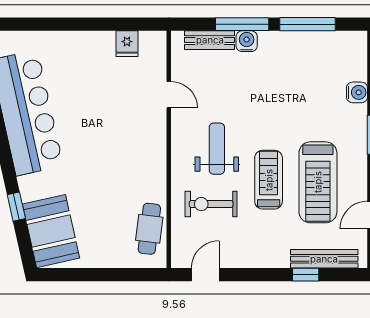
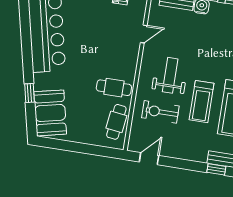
door: (169, 95) -> (144, 34), hinge flipped
cafe table: (138, 180) -> (114, 88), added
treadmill: (269, 180) -> (202, 102), turned 180

